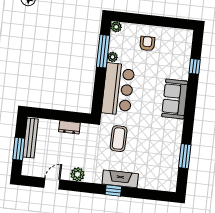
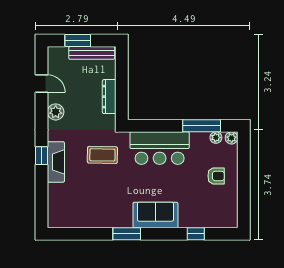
plant: (113, 57) -> (216, 138), moved
dresser: (69, 127) -> (109, 97), width x1.44
window: (185, 156) -> (127, 234), moved

